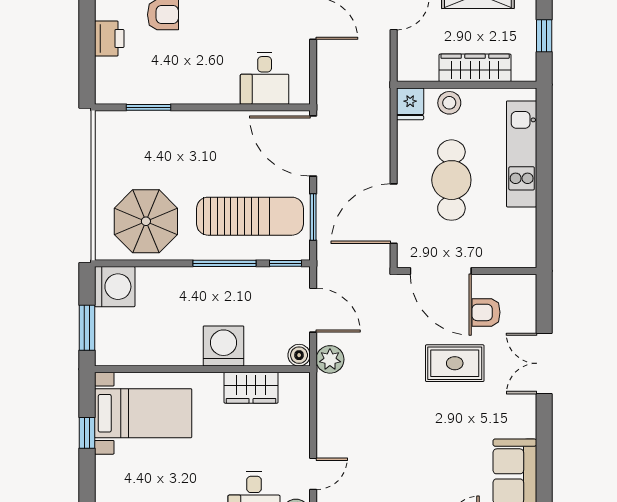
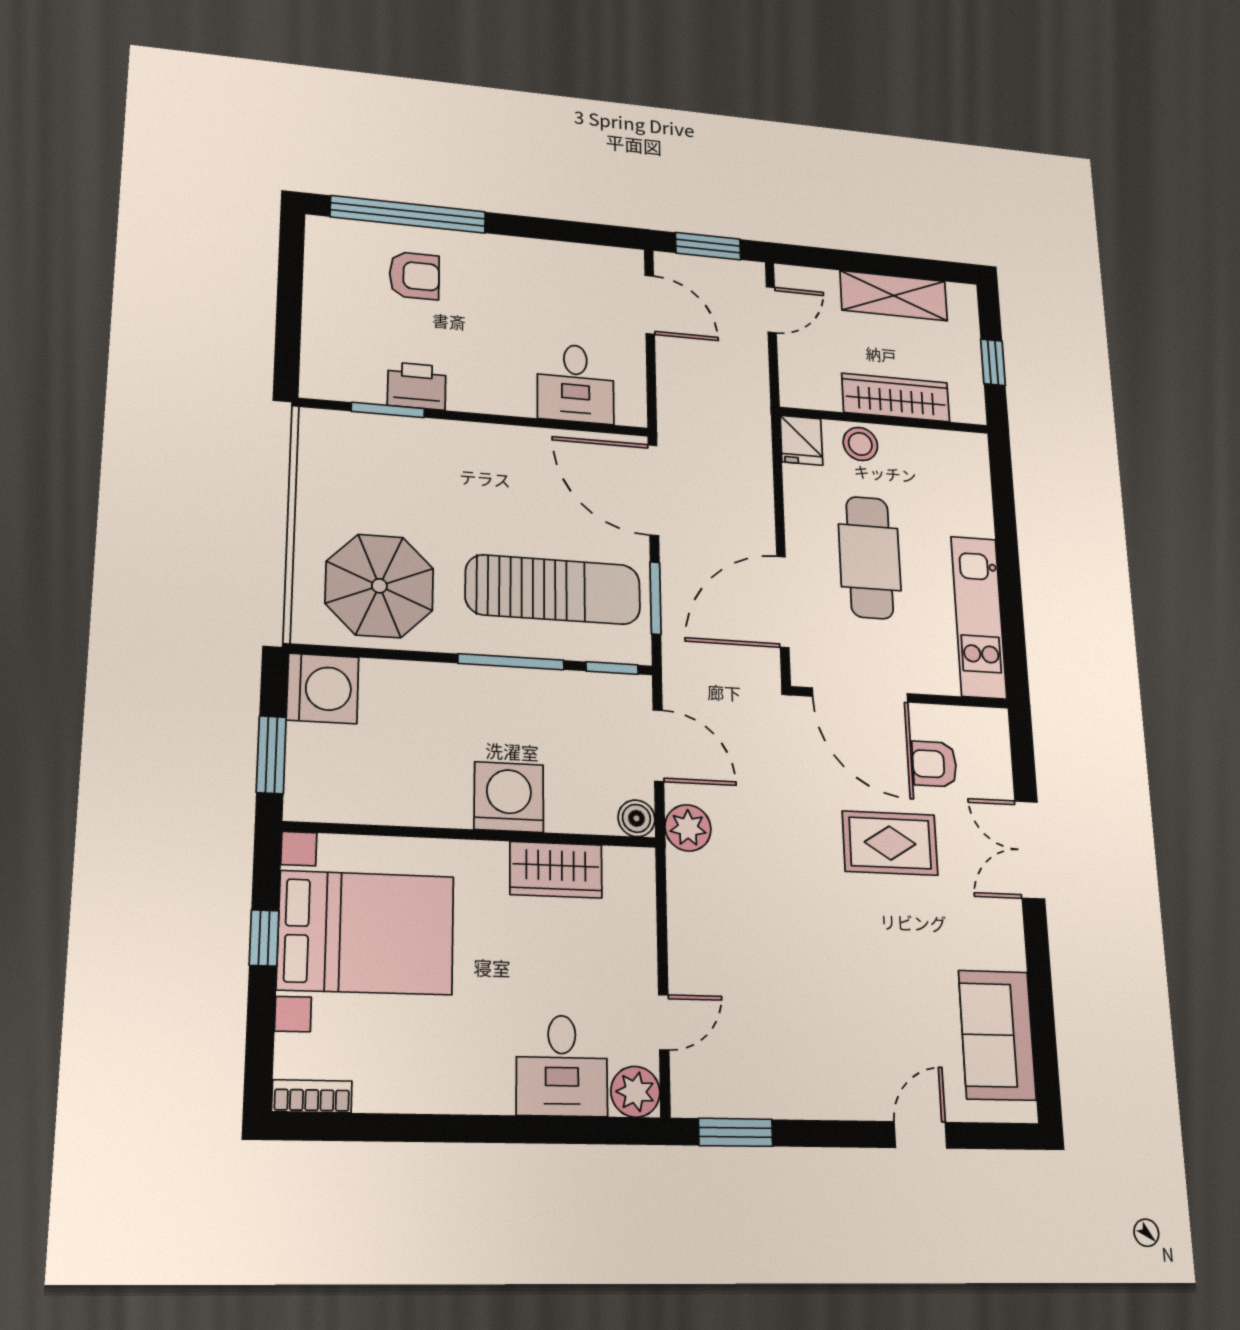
printer: (109, 39) -> (417, 386), moved, turned -90
kitchen unit: (522, 154) -> (979, 617), moved
bed with nightstands: (143, 413) -> (366, 933), width x1.36

